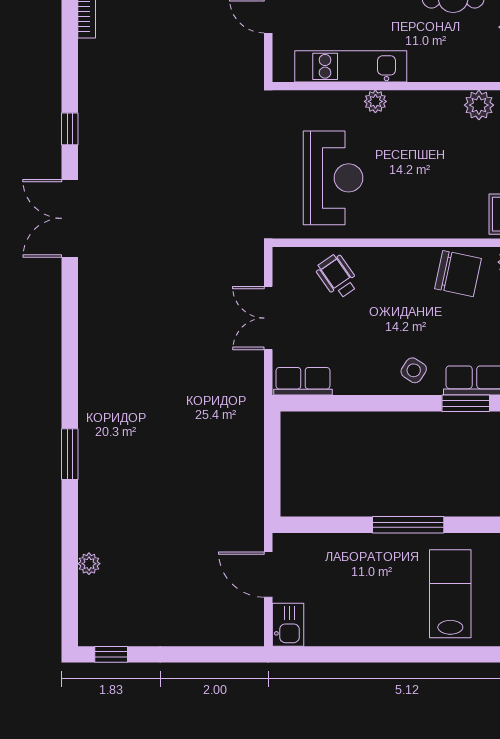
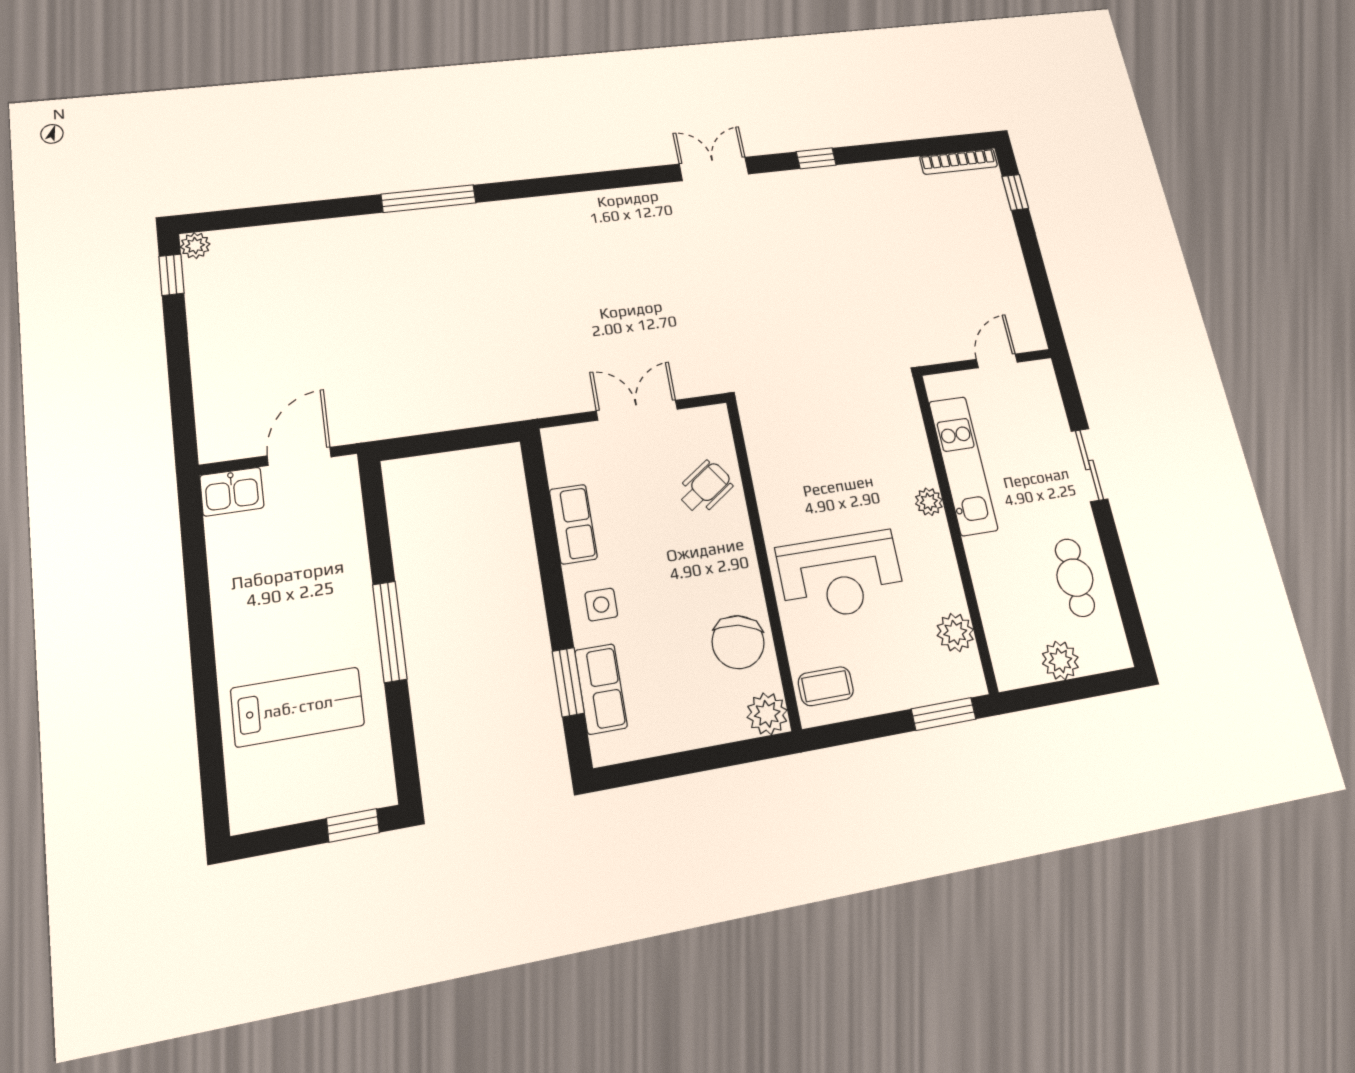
reception desk: (333, 178) -> (841, 576), moved
double door: (70, 218) -> (714, 169), width x0.73
side table: (414, 370) -> (601, 605), turned -33
row of seats: (303, 381) -> (573, 524), moved
window: (70, 454) -> (429, 199), width x1.44
plant: (89, 564) -> (195, 246), moved

